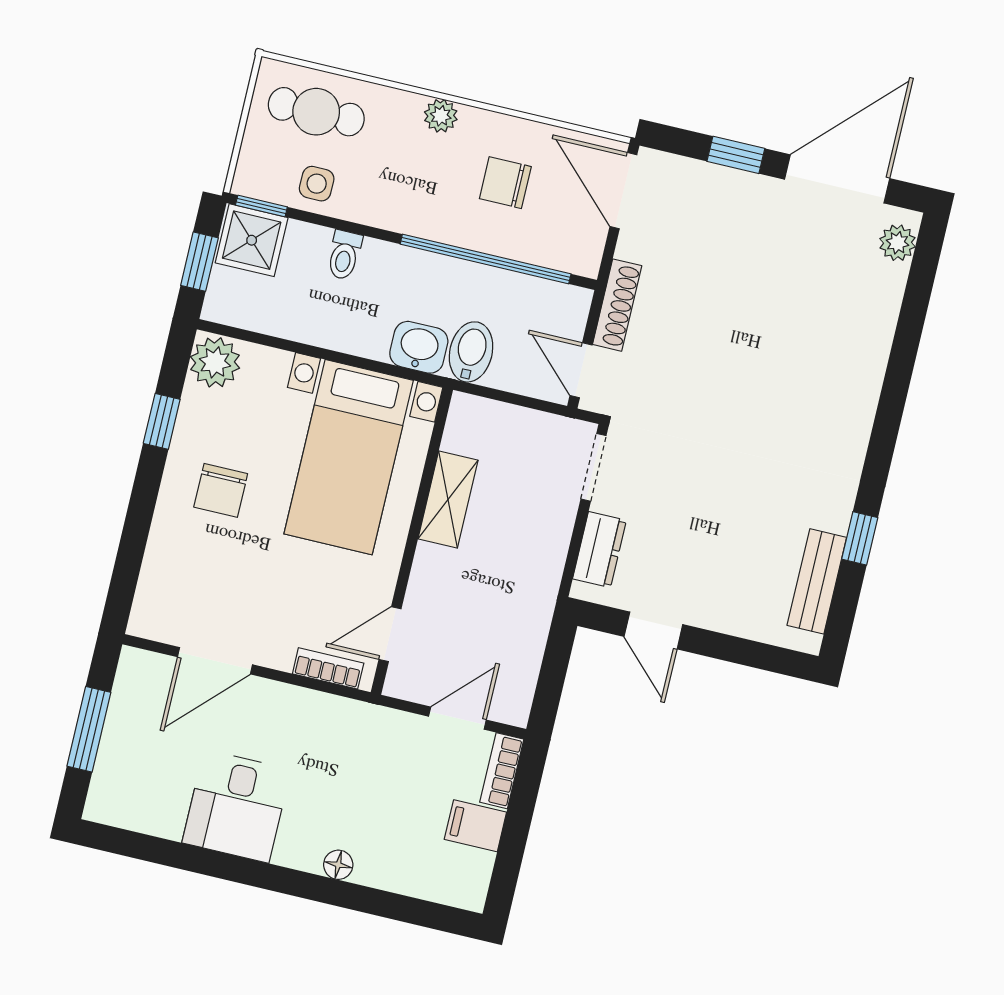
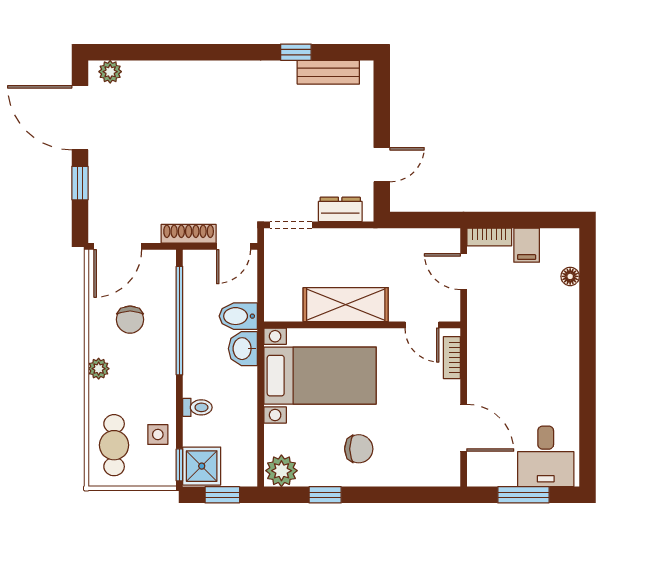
shelving: (448, 500) -> (346, 305), width x1.50, depth x1.33
desk: (236, 806) -> (546, 456), moved, turned 90
floor lamp: (338, 865) -> (570, 276), moved

